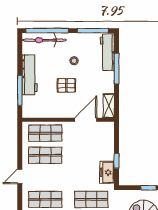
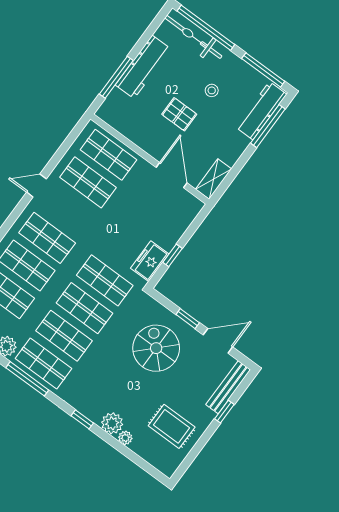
window: (117, 69) -> (268, 126), moved
door: (86, 120) -> (172, 175), hinge flipped

